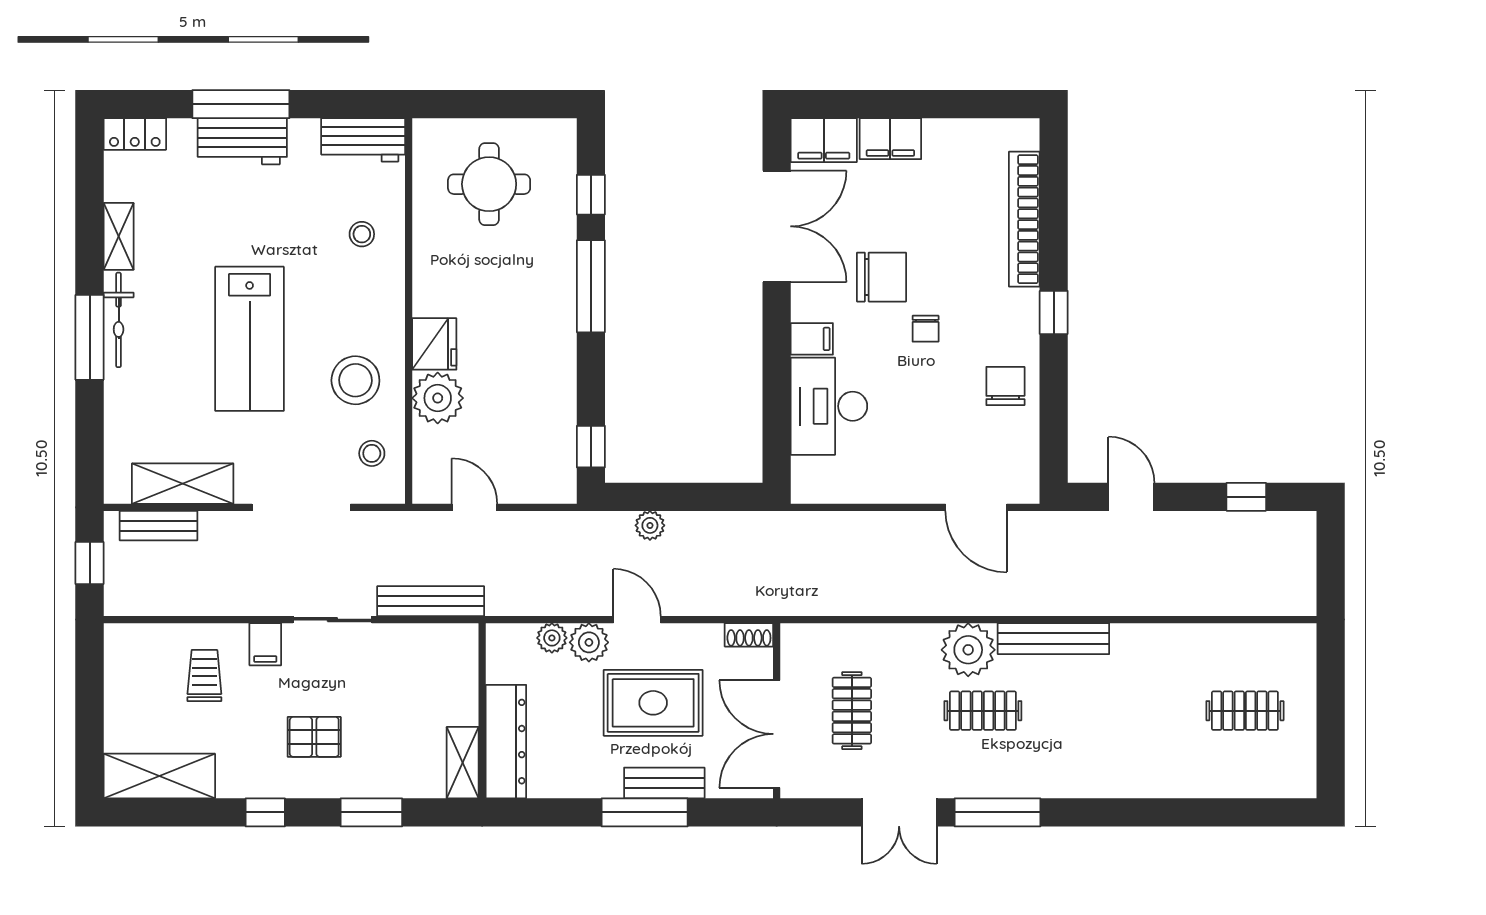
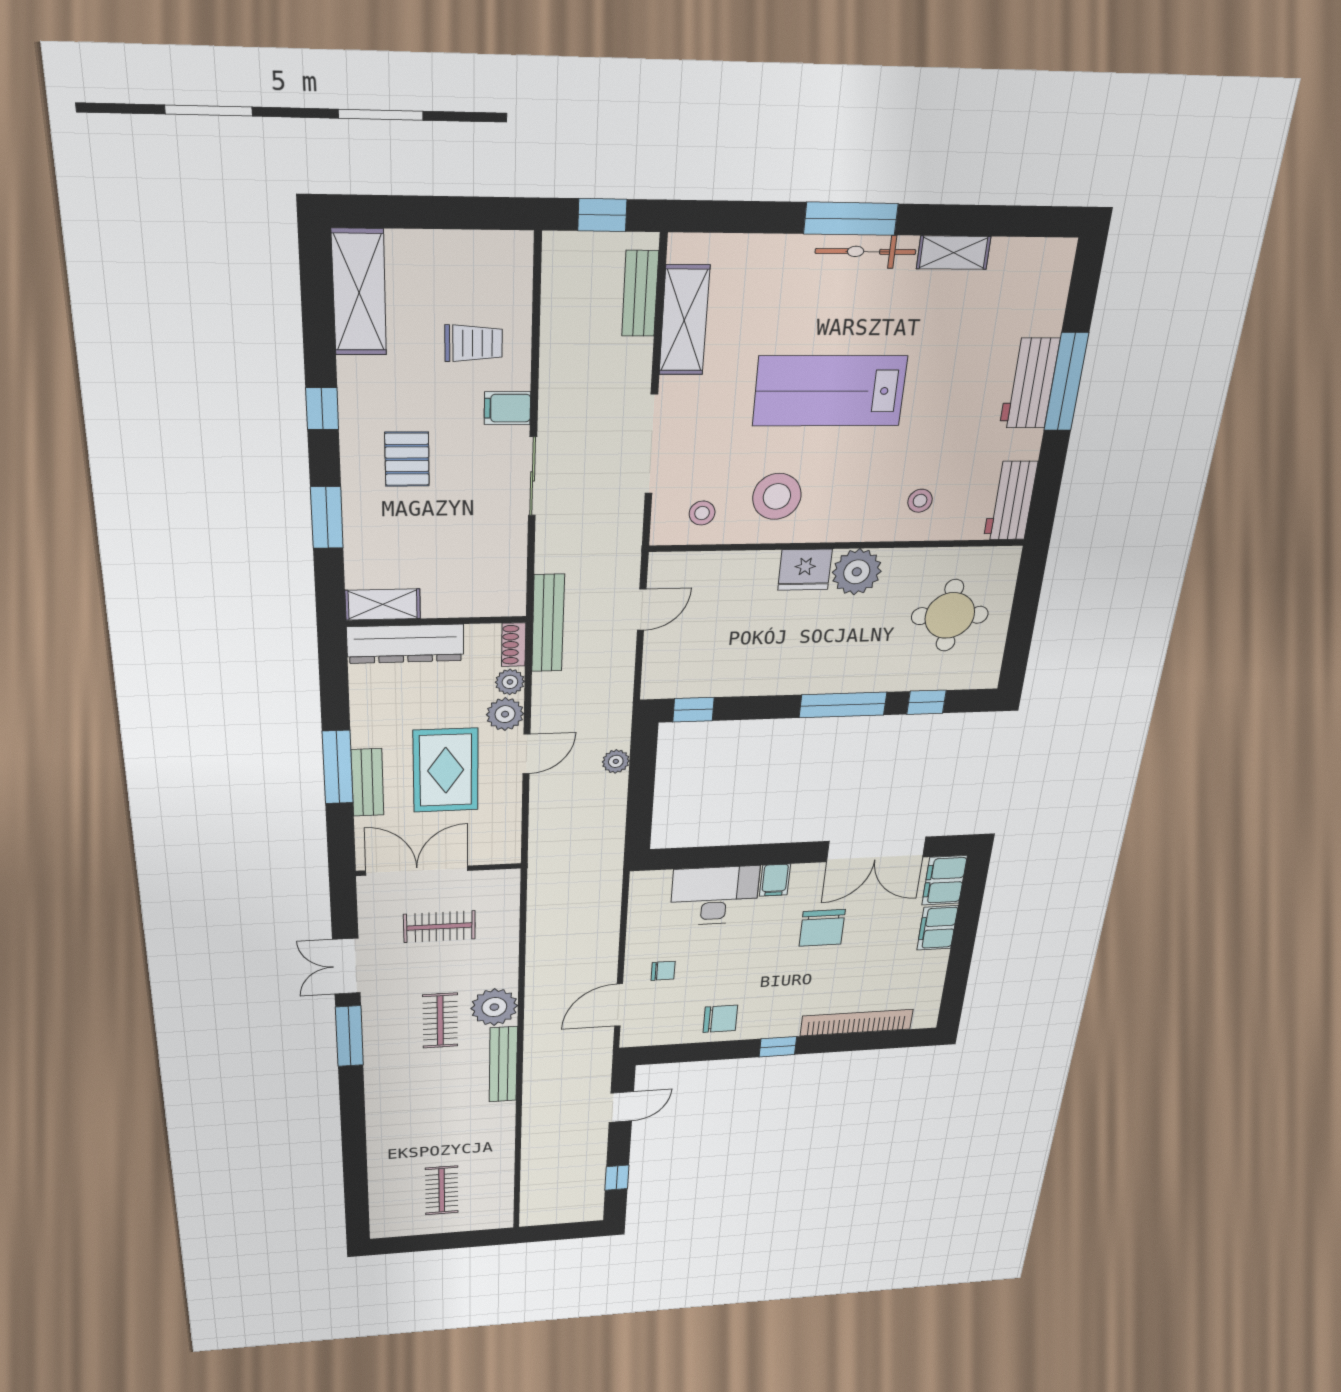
locker: (135, 134) -> (1056, 271), removed
chair: (926, 329) -> (663, 971), moved, turned 180
plant: (438, 398) -> (857, 572), moved
bench: (431, 601) -> (548, 623), moved
shoe rack: (749, 635) -> (514, 645), moved

